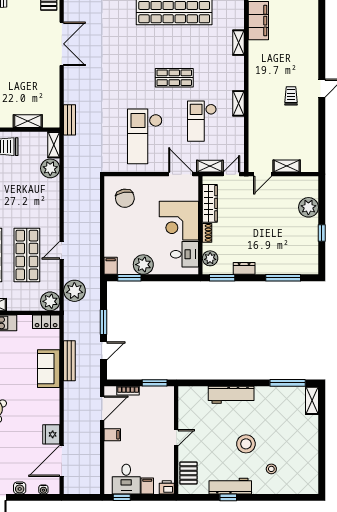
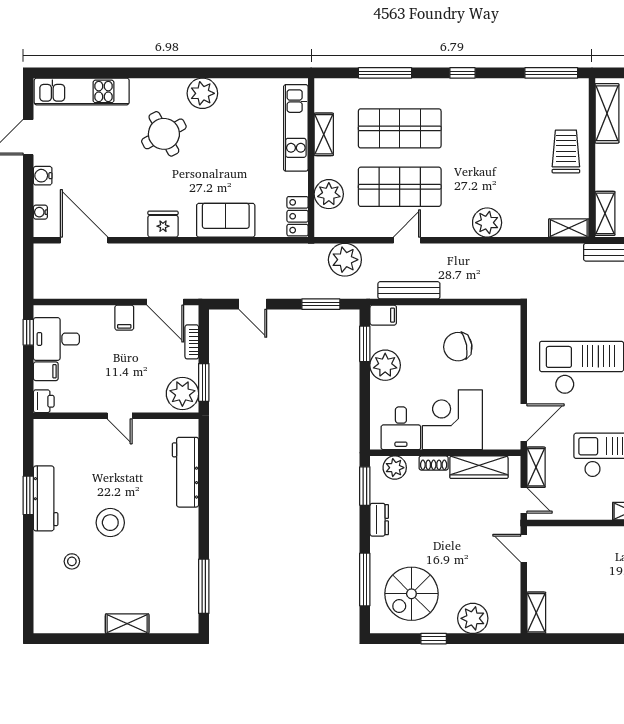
shelving: (28, 121) -> (605, 213), moved
shelving: (287, 166) -> (536, 613), moved
plant: (50, 168) -> (487, 223), moved
chair: (125, 198) -> (458, 347), moved
spiral stairs: (292, 247) -> (411, 594), added
door: (62, 250) -> (407, 240), hinge flipped
plant: (50, 301) -> (329, 194), moved
window: (103, 322) -> (321, 304), moved
bench: (69, 361) -> (409, 290), moved
workbench: (231, 395) -> (186, 472), moved
plant: (162, 397) -> (182, 394), added
shelving: (312, 400) -> (127, 624), moved
fridge: (51, 434) -> (163, 224), moved
pallet: (188, 473) -> (66, 434), removed
window: (228, 497) -> (28, 495), width x1.50

